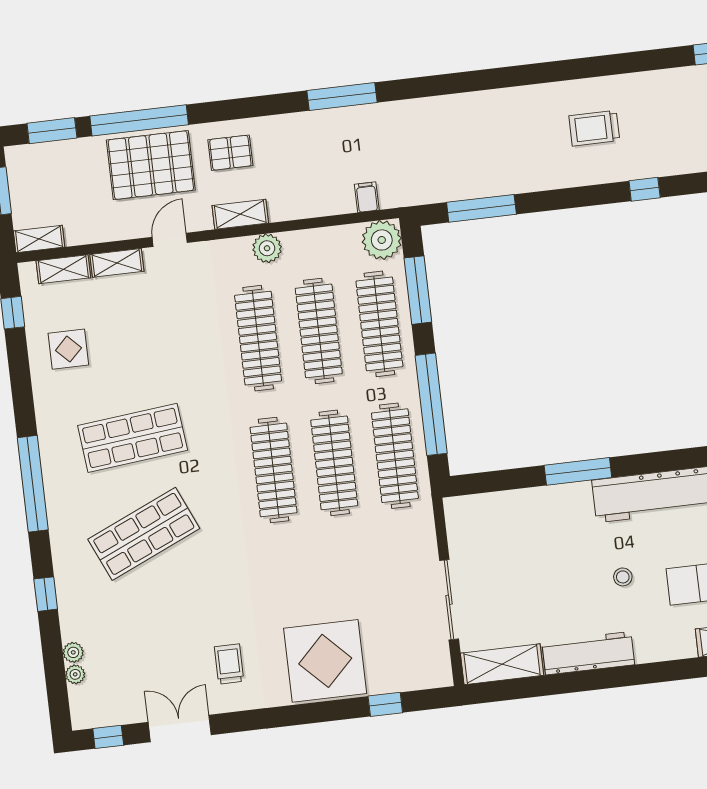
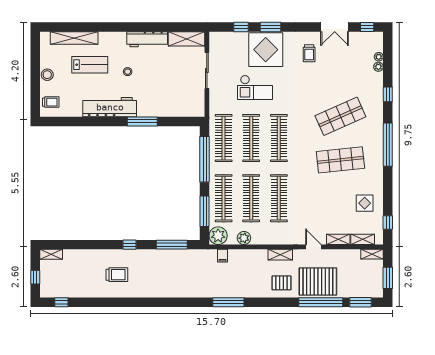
window: (645, 189) -> (130, 245), moved
door: (170, 240) -> (313, 247), swing flipped
plant: (267, 248) -> (244, 238), moved
checkout: (339, 575) -> (255, 87), added
window: (321, 712) -> (270, 27), added

